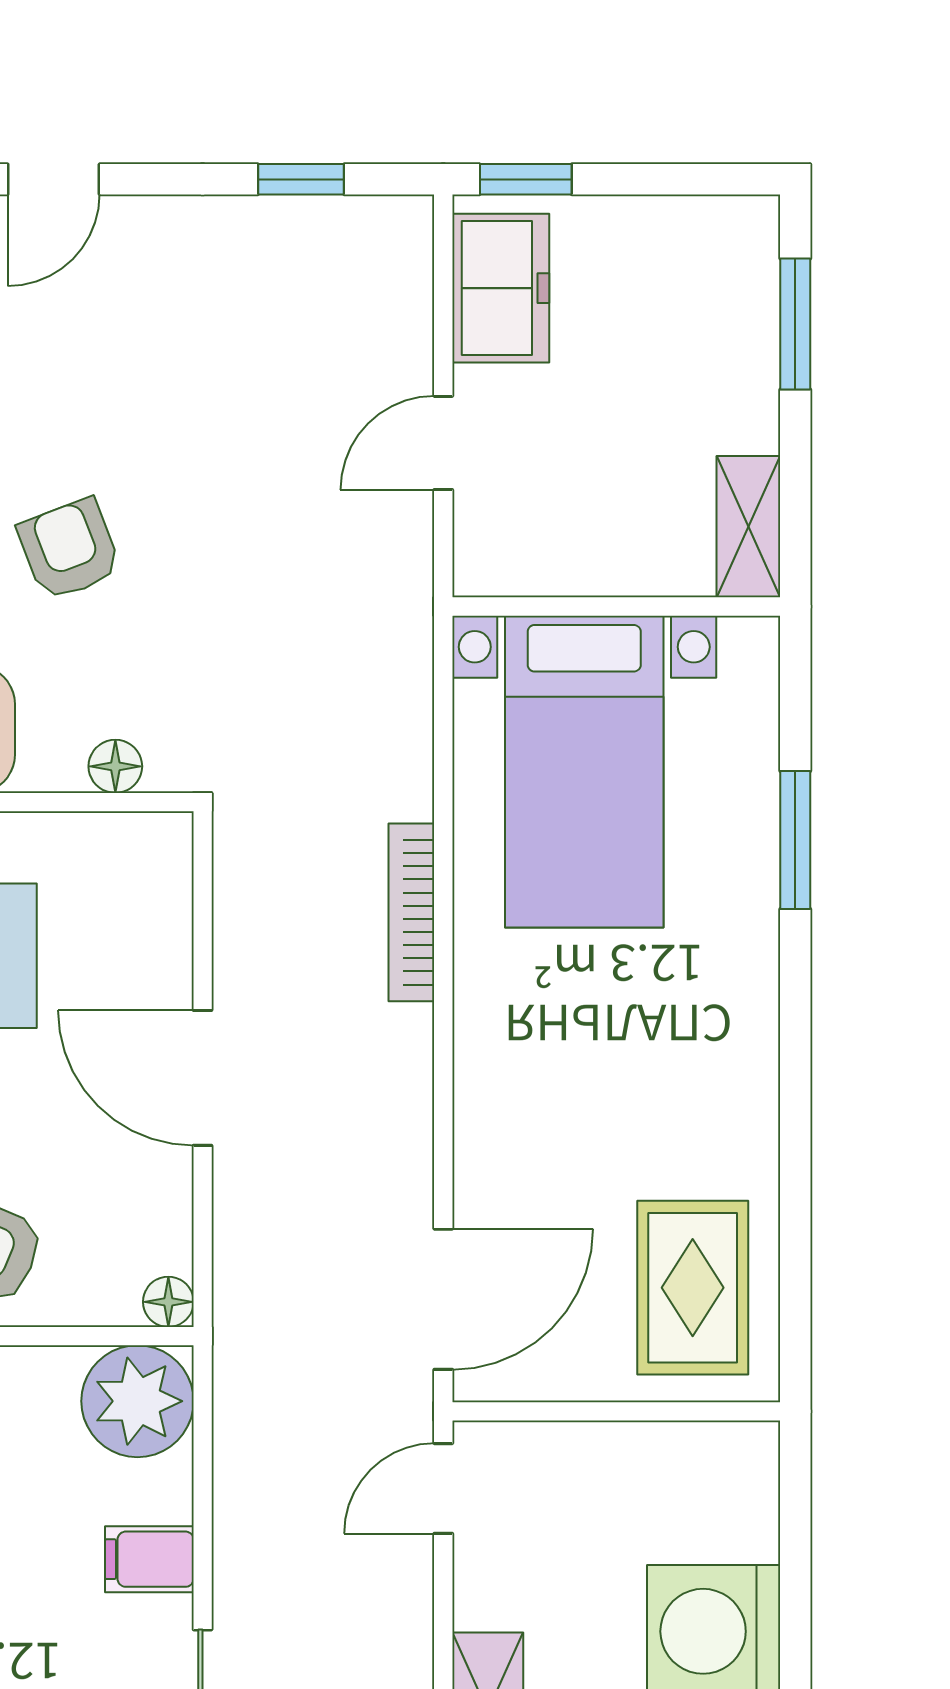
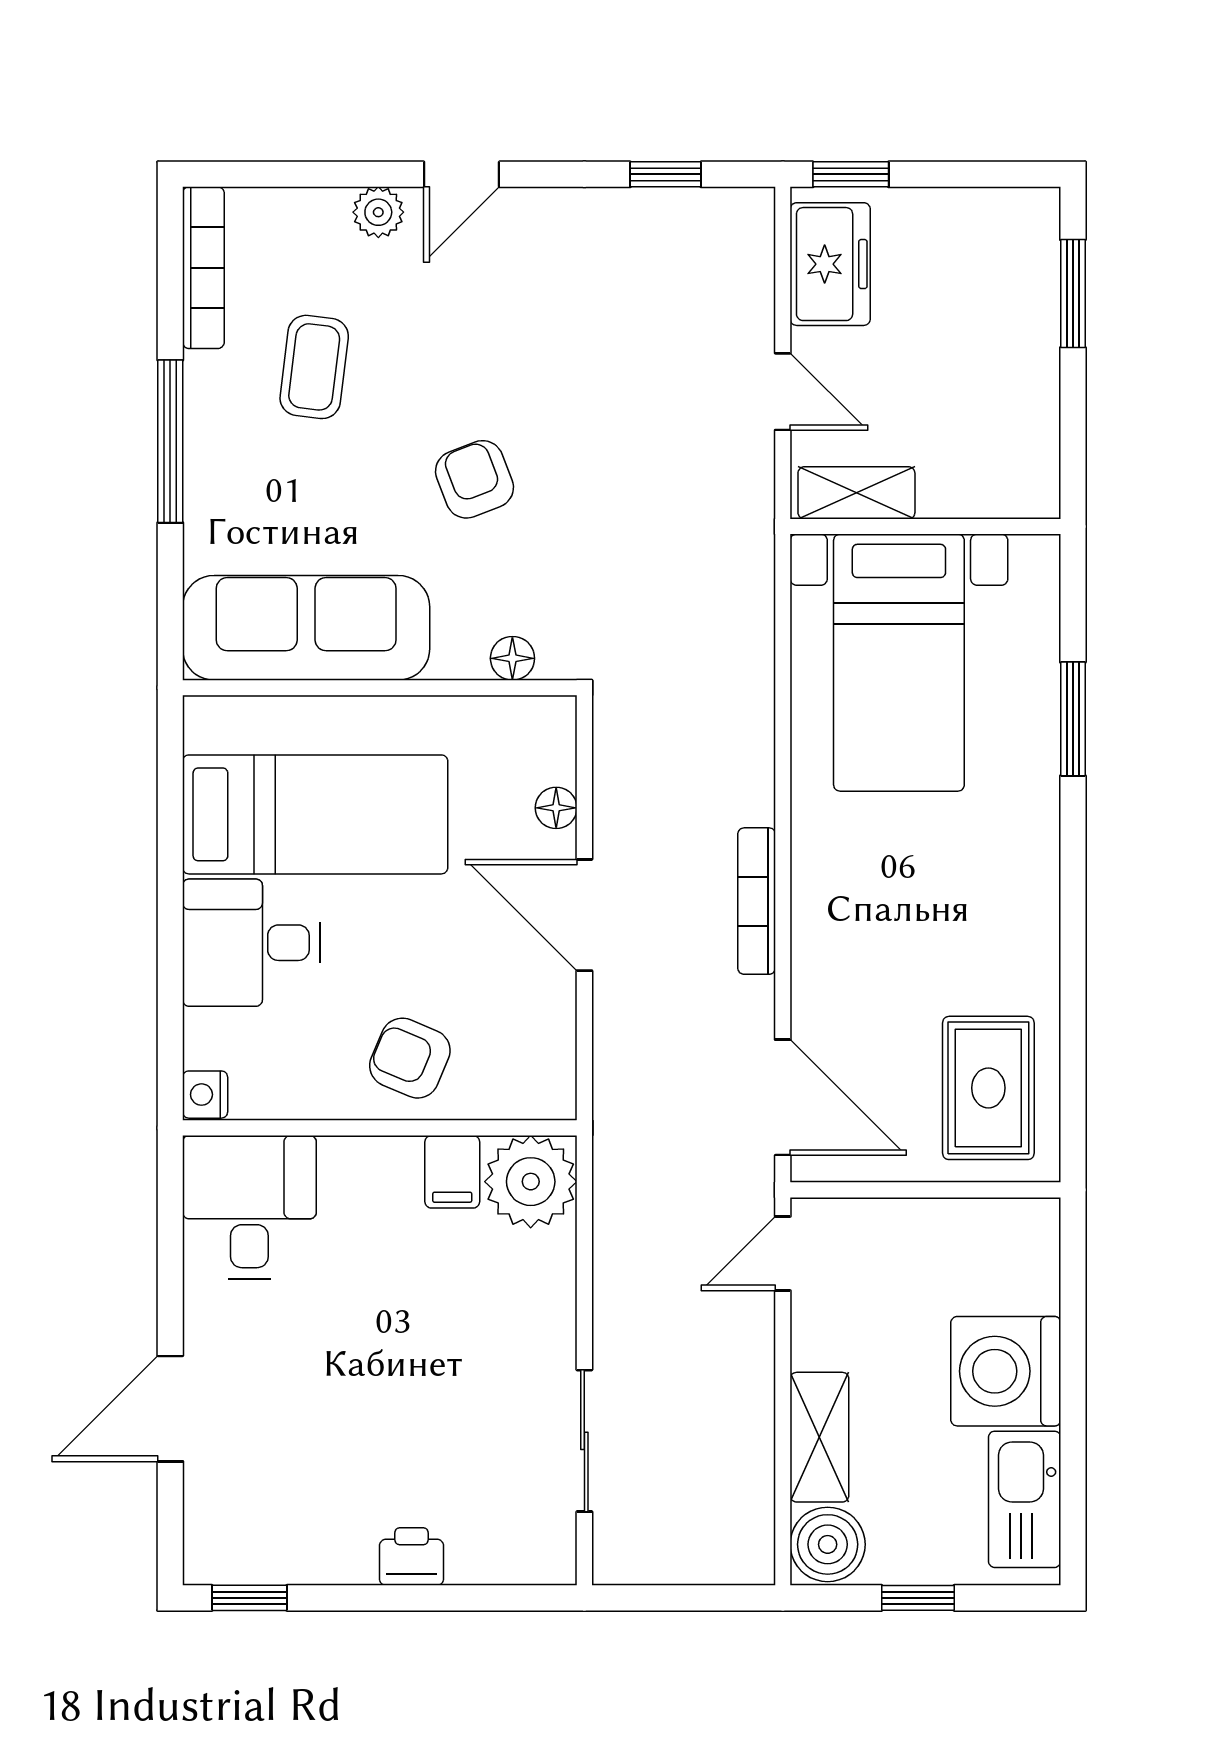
door: (443, 443) -> (783, 392), swing flipped
shelving: (748, 527) -> (856, 493), moved, turned 90
bookcase: (411, 912) -> (757, 901), moved
door: (443, 1299) -> (783, 1097), hinge flipped
floor lamp: (168, 1302) -> (556, 808), moved
filing cabinet: (149, 1559) -> (452, 1172), moved, turned -90

